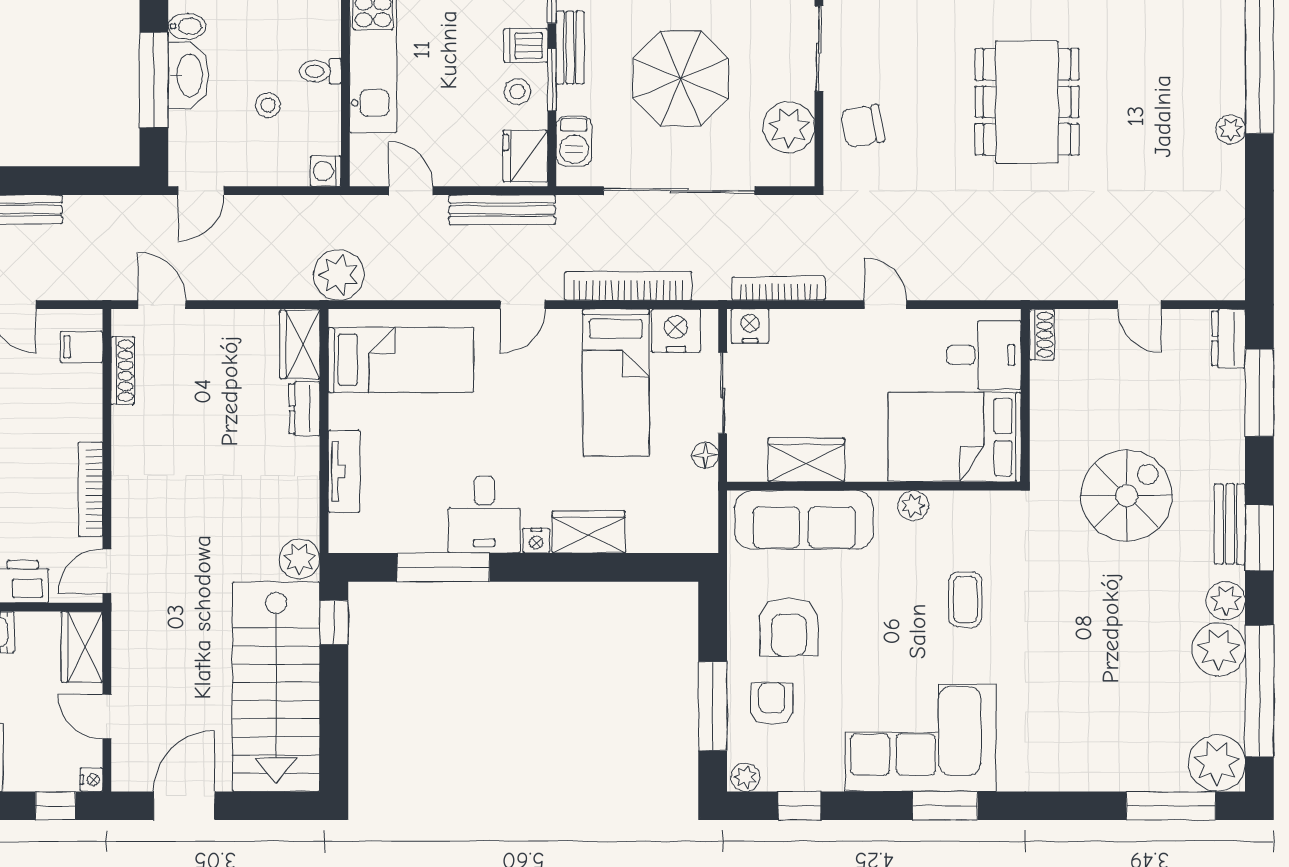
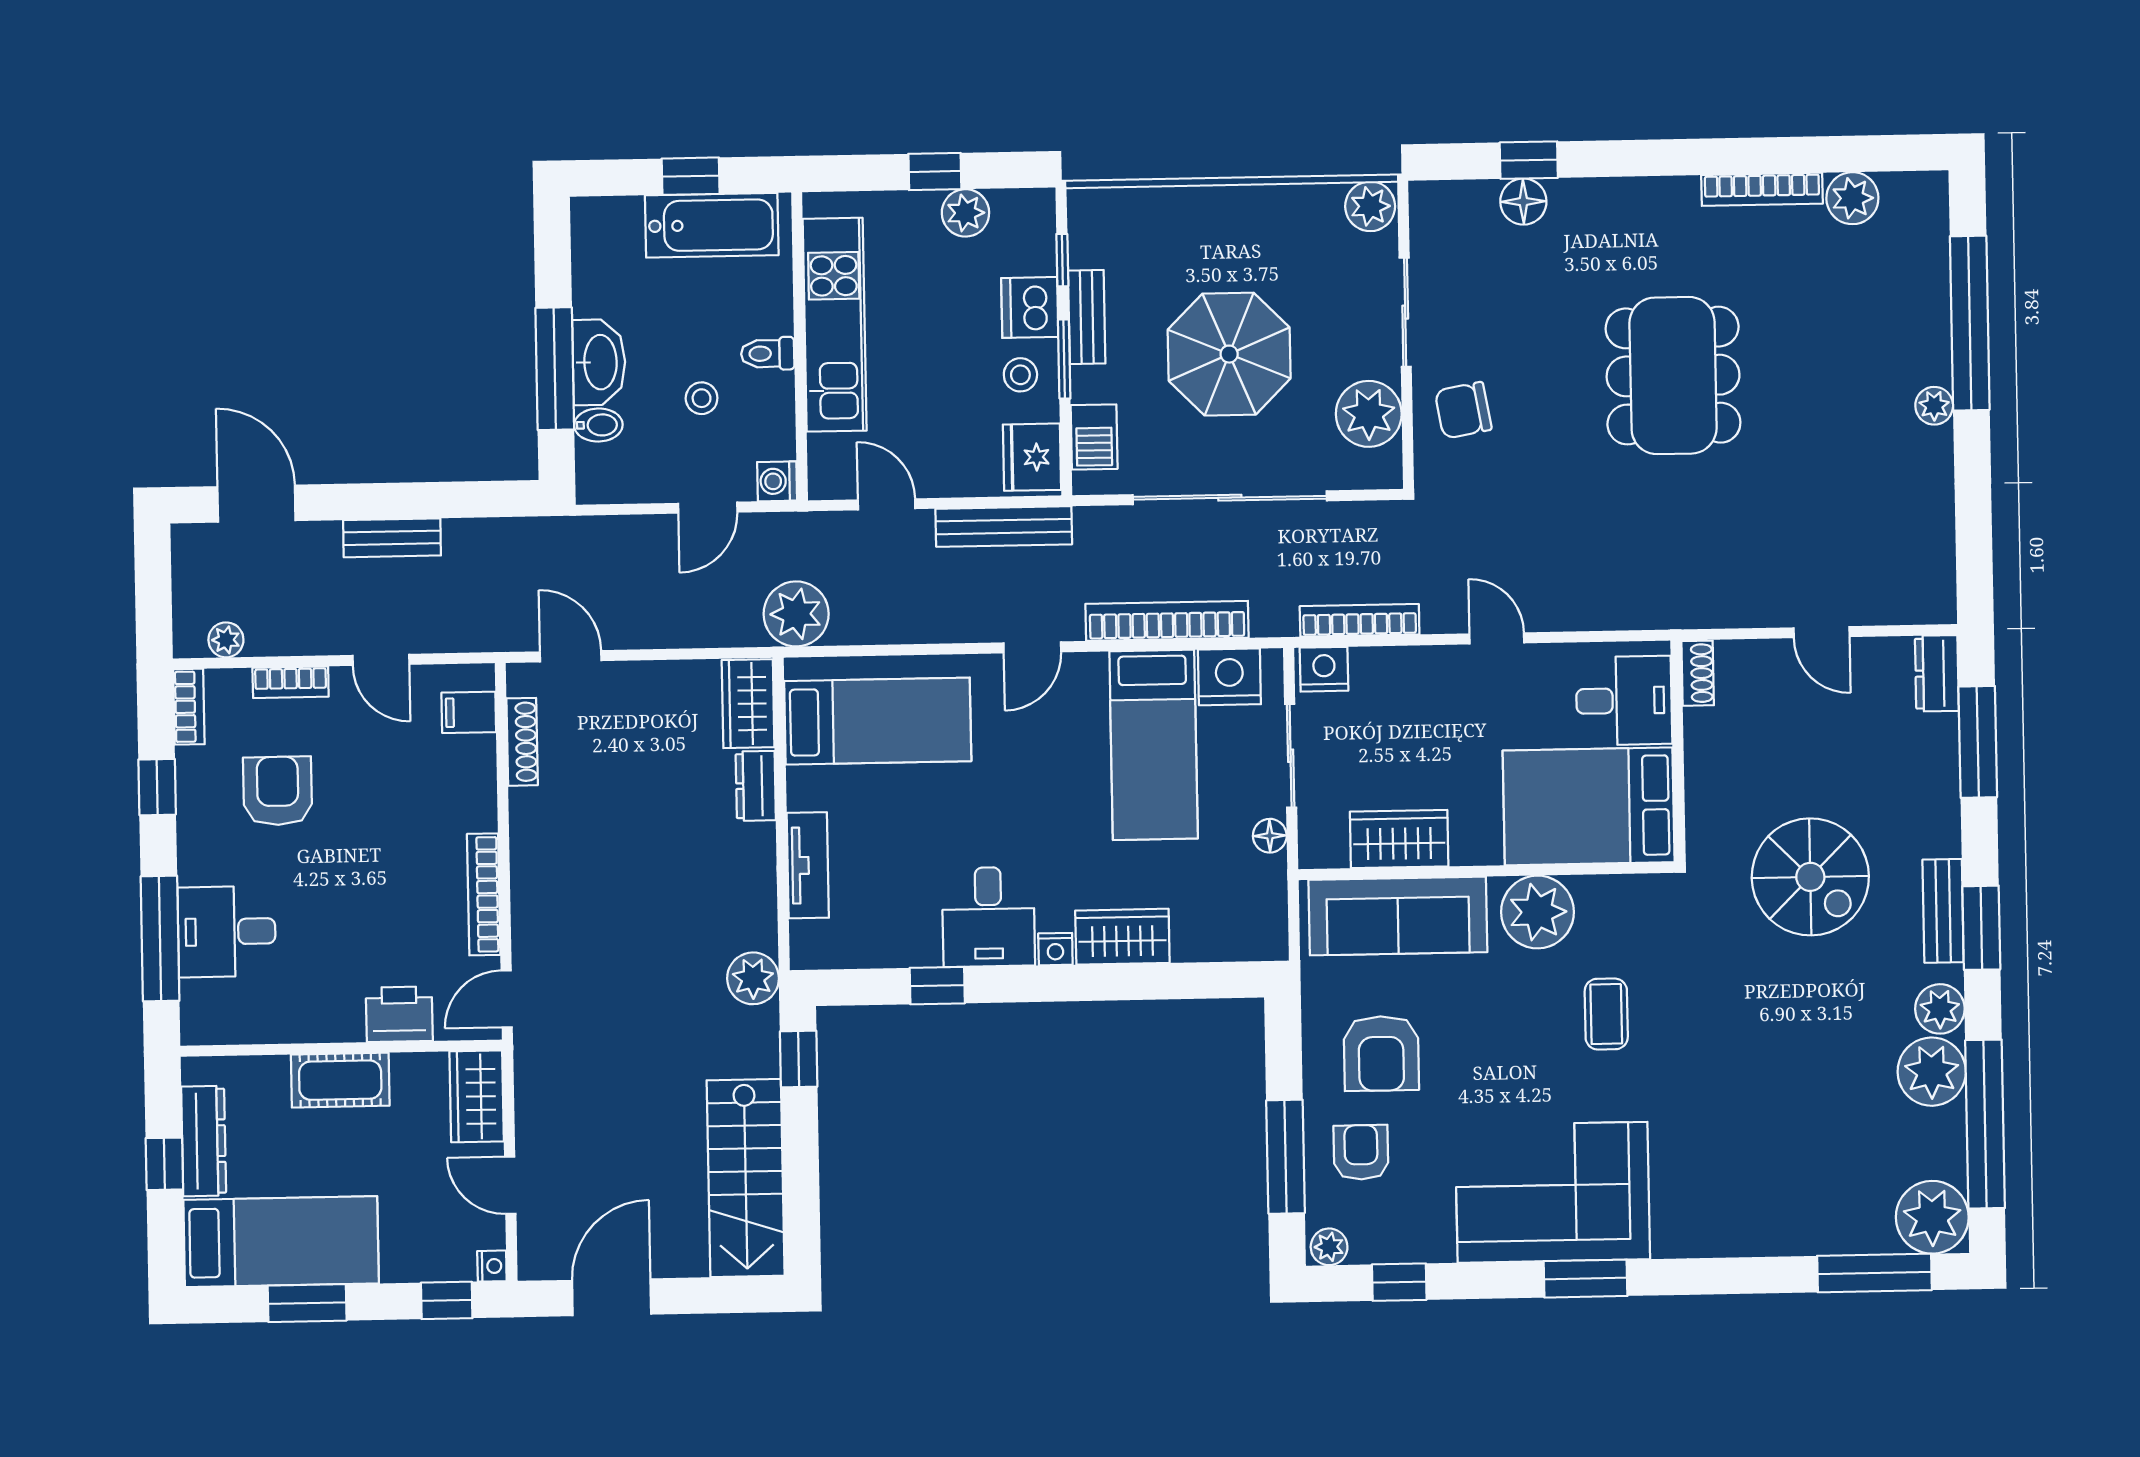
bidet: (187, 26) -> (598, 425), moved
dishwasher: (526, 46) -> (1030, 307), width x1.38
door: (201, 191) -> (708, 508), moved
spiral stairs: (1127, 495) -> (1810, 877), turned 90
plant: (913, 506) -> (1538, 912), width x1.87, depth x1.87
window: (443, 567) -> (937, 986), width x0.46
stairs: (276, 687) -> (746, 1178), width x0.73, depth x0.66

